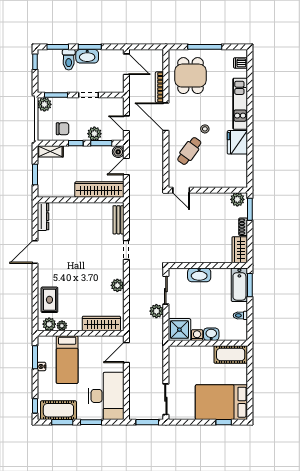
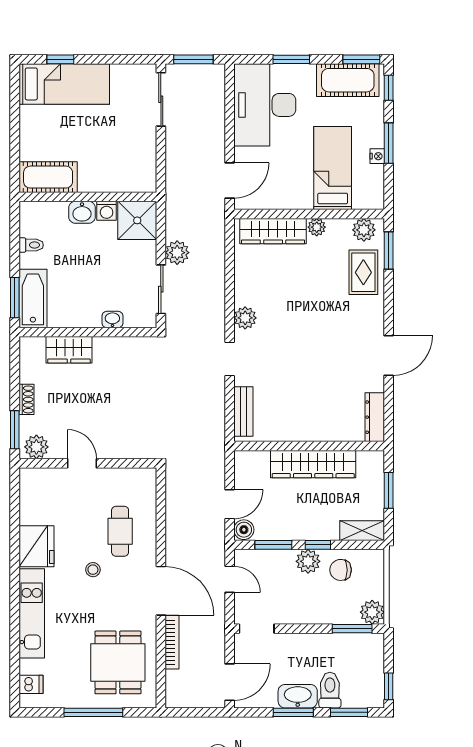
door: (126, 64) -> (230, 682), swing flipped
doorway: (88, 95) -> (257, 629), moved
plant: (94, 134) -> (308, 561), moved
cafe table: (189, 151) -> (120, 531), turned -36
wardrobe: (99, 190) -> (313, 464), moved
door: (181, 190) -> (82, 463), moved
wardrobe: (240, 250) -> (69, 350), moved, turned 90
washbasin: (199, 275) -> (112, 319), width x0.52, depth x0.69
plant: (117, 285) -> (245, 318), moved
window: (35, 312) -> (389, 250), added
plant: (62, 326) -> (317, 227), moved
window: (35, 357) -> (389, 143), moved
bed: (221, 402) -> (64, 84), width x0.67
window: (62, 422) -> (361, 59), moved

